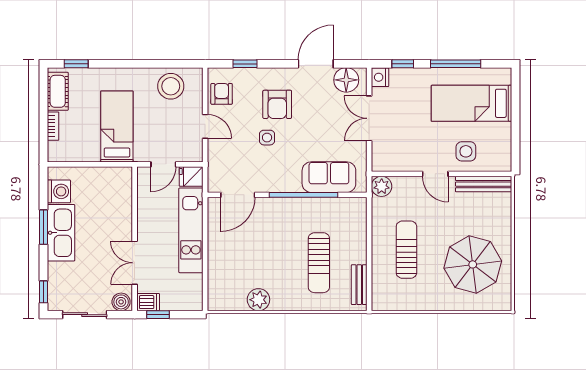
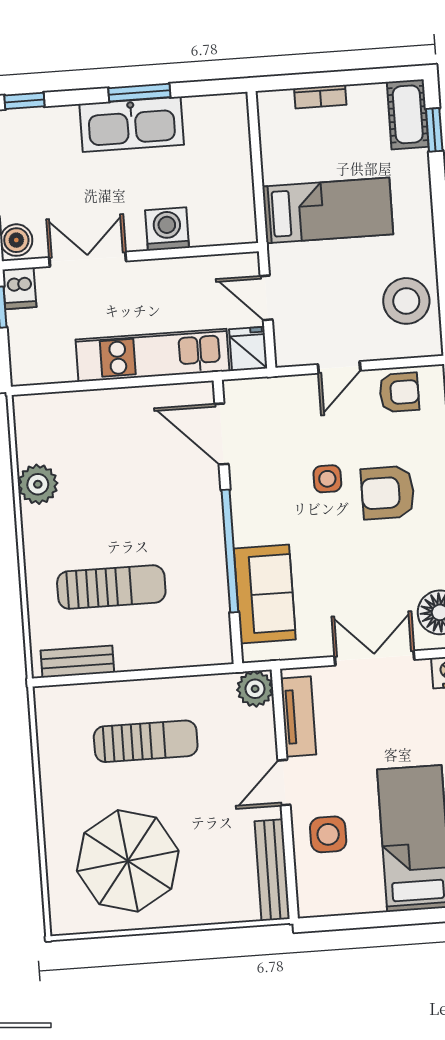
cot: (58, 91) -> (408, 114), moved, turned 90
tv unit: (399, 163) -> (298, 716), added
washing machine: (59, 191) -> (167, 229), moved, turned 180
sun lounger: (319, 263) -> (111, 587), turned 180

